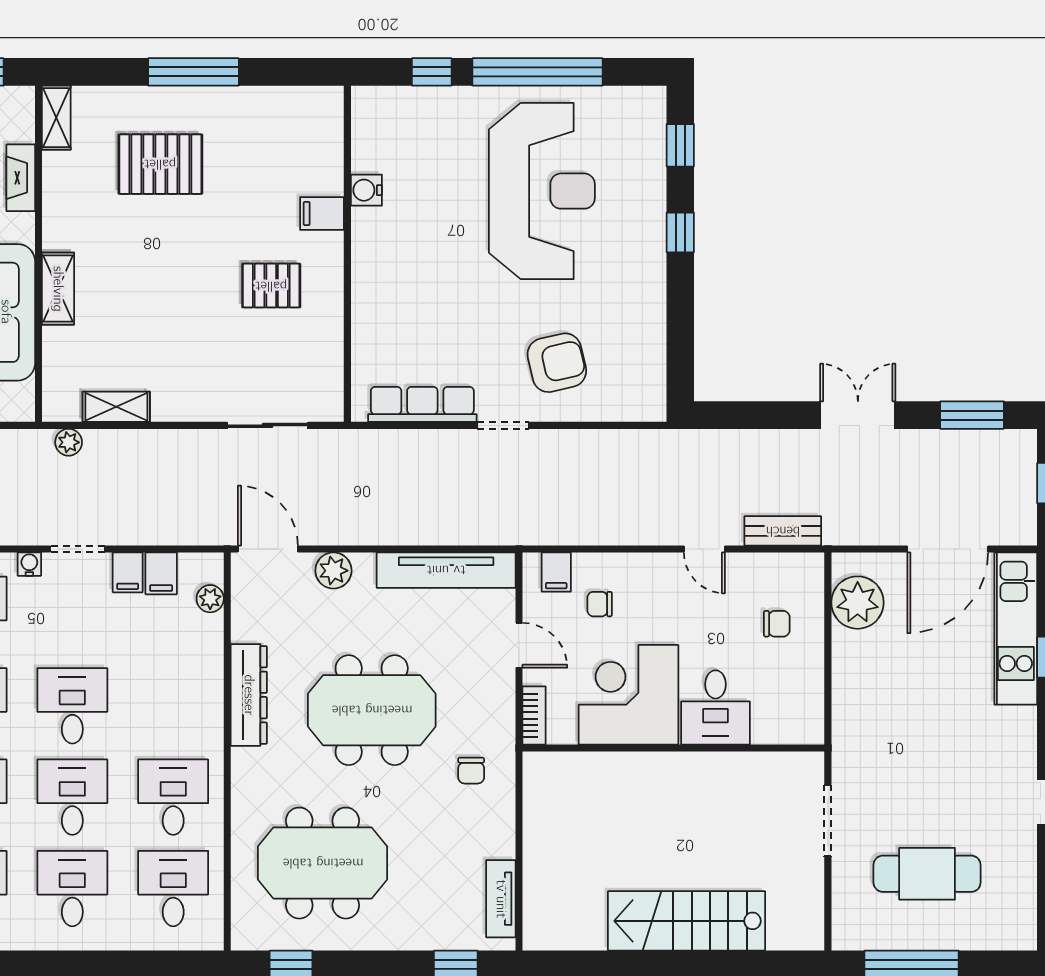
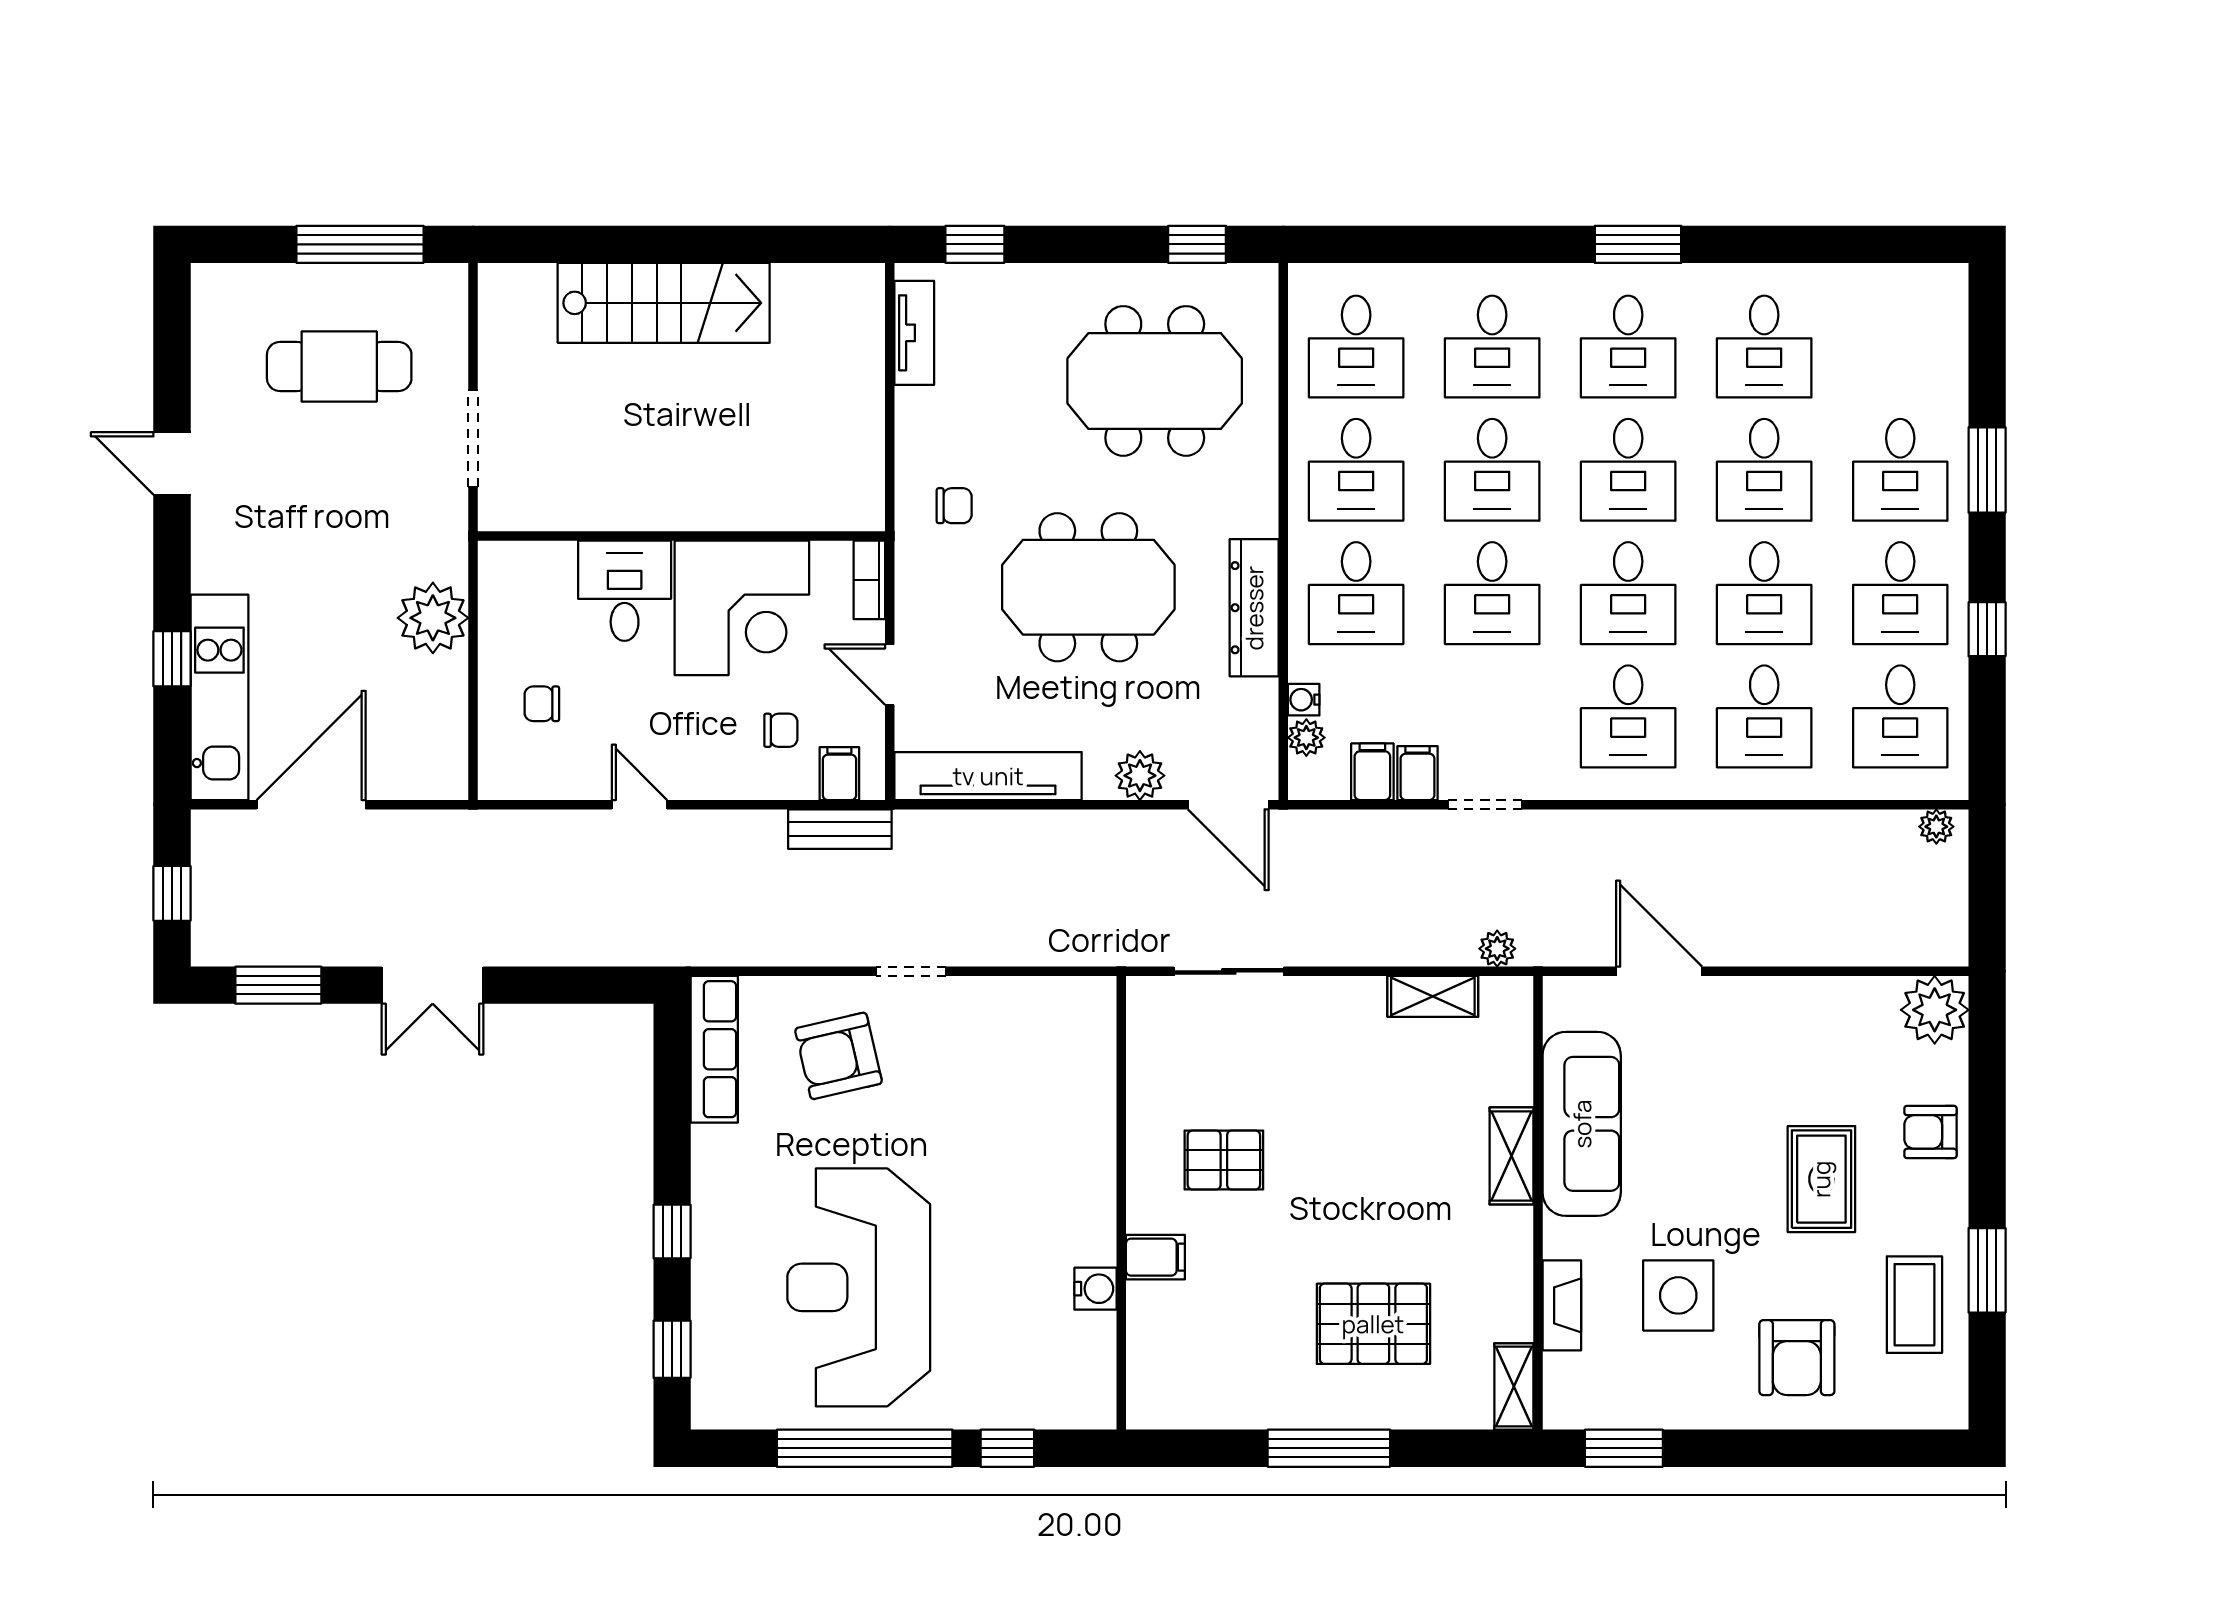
row of seats: (422, 404) -> (714, 1049), moved, turned -90
bench: (783, 531) -> (840, 829), moved
water cooler: (29, 564) -> (1304, 700), moved, turned 90
plant: (858, 603) -> (433, 618), moved
desk: (173, 706) -> (1356, 593), added
chair: (471, 771) -> (954, 506), turned 90

